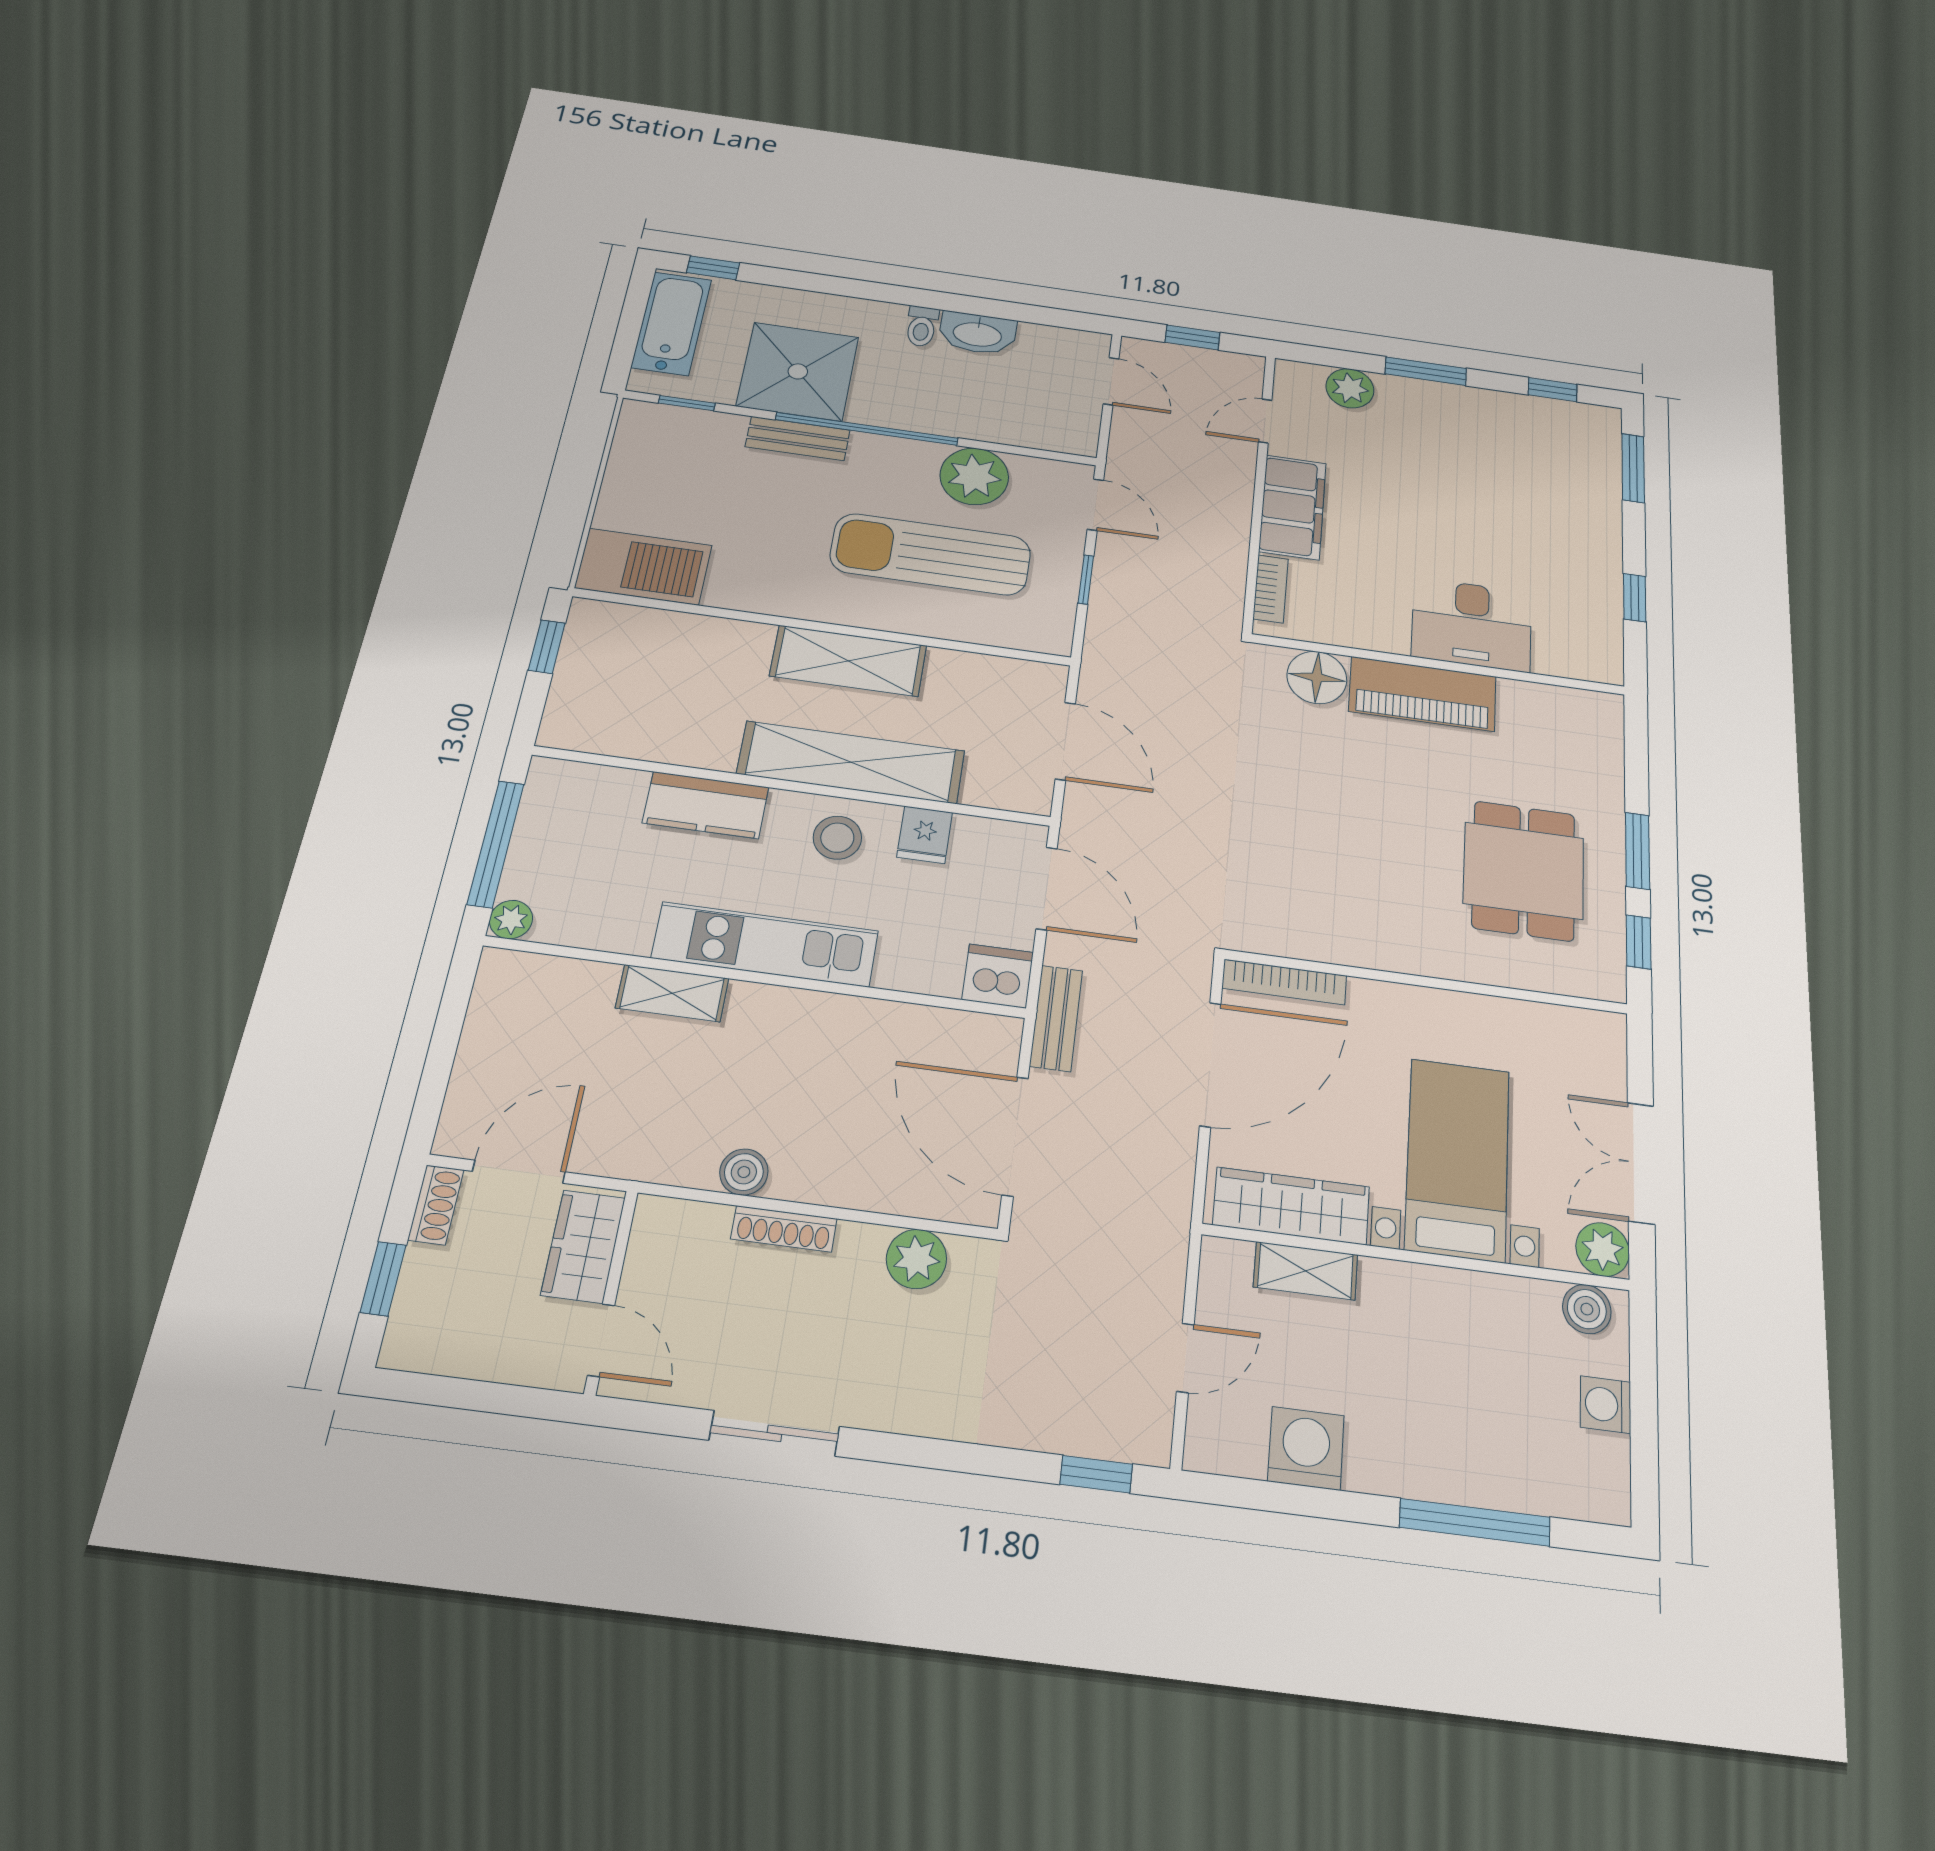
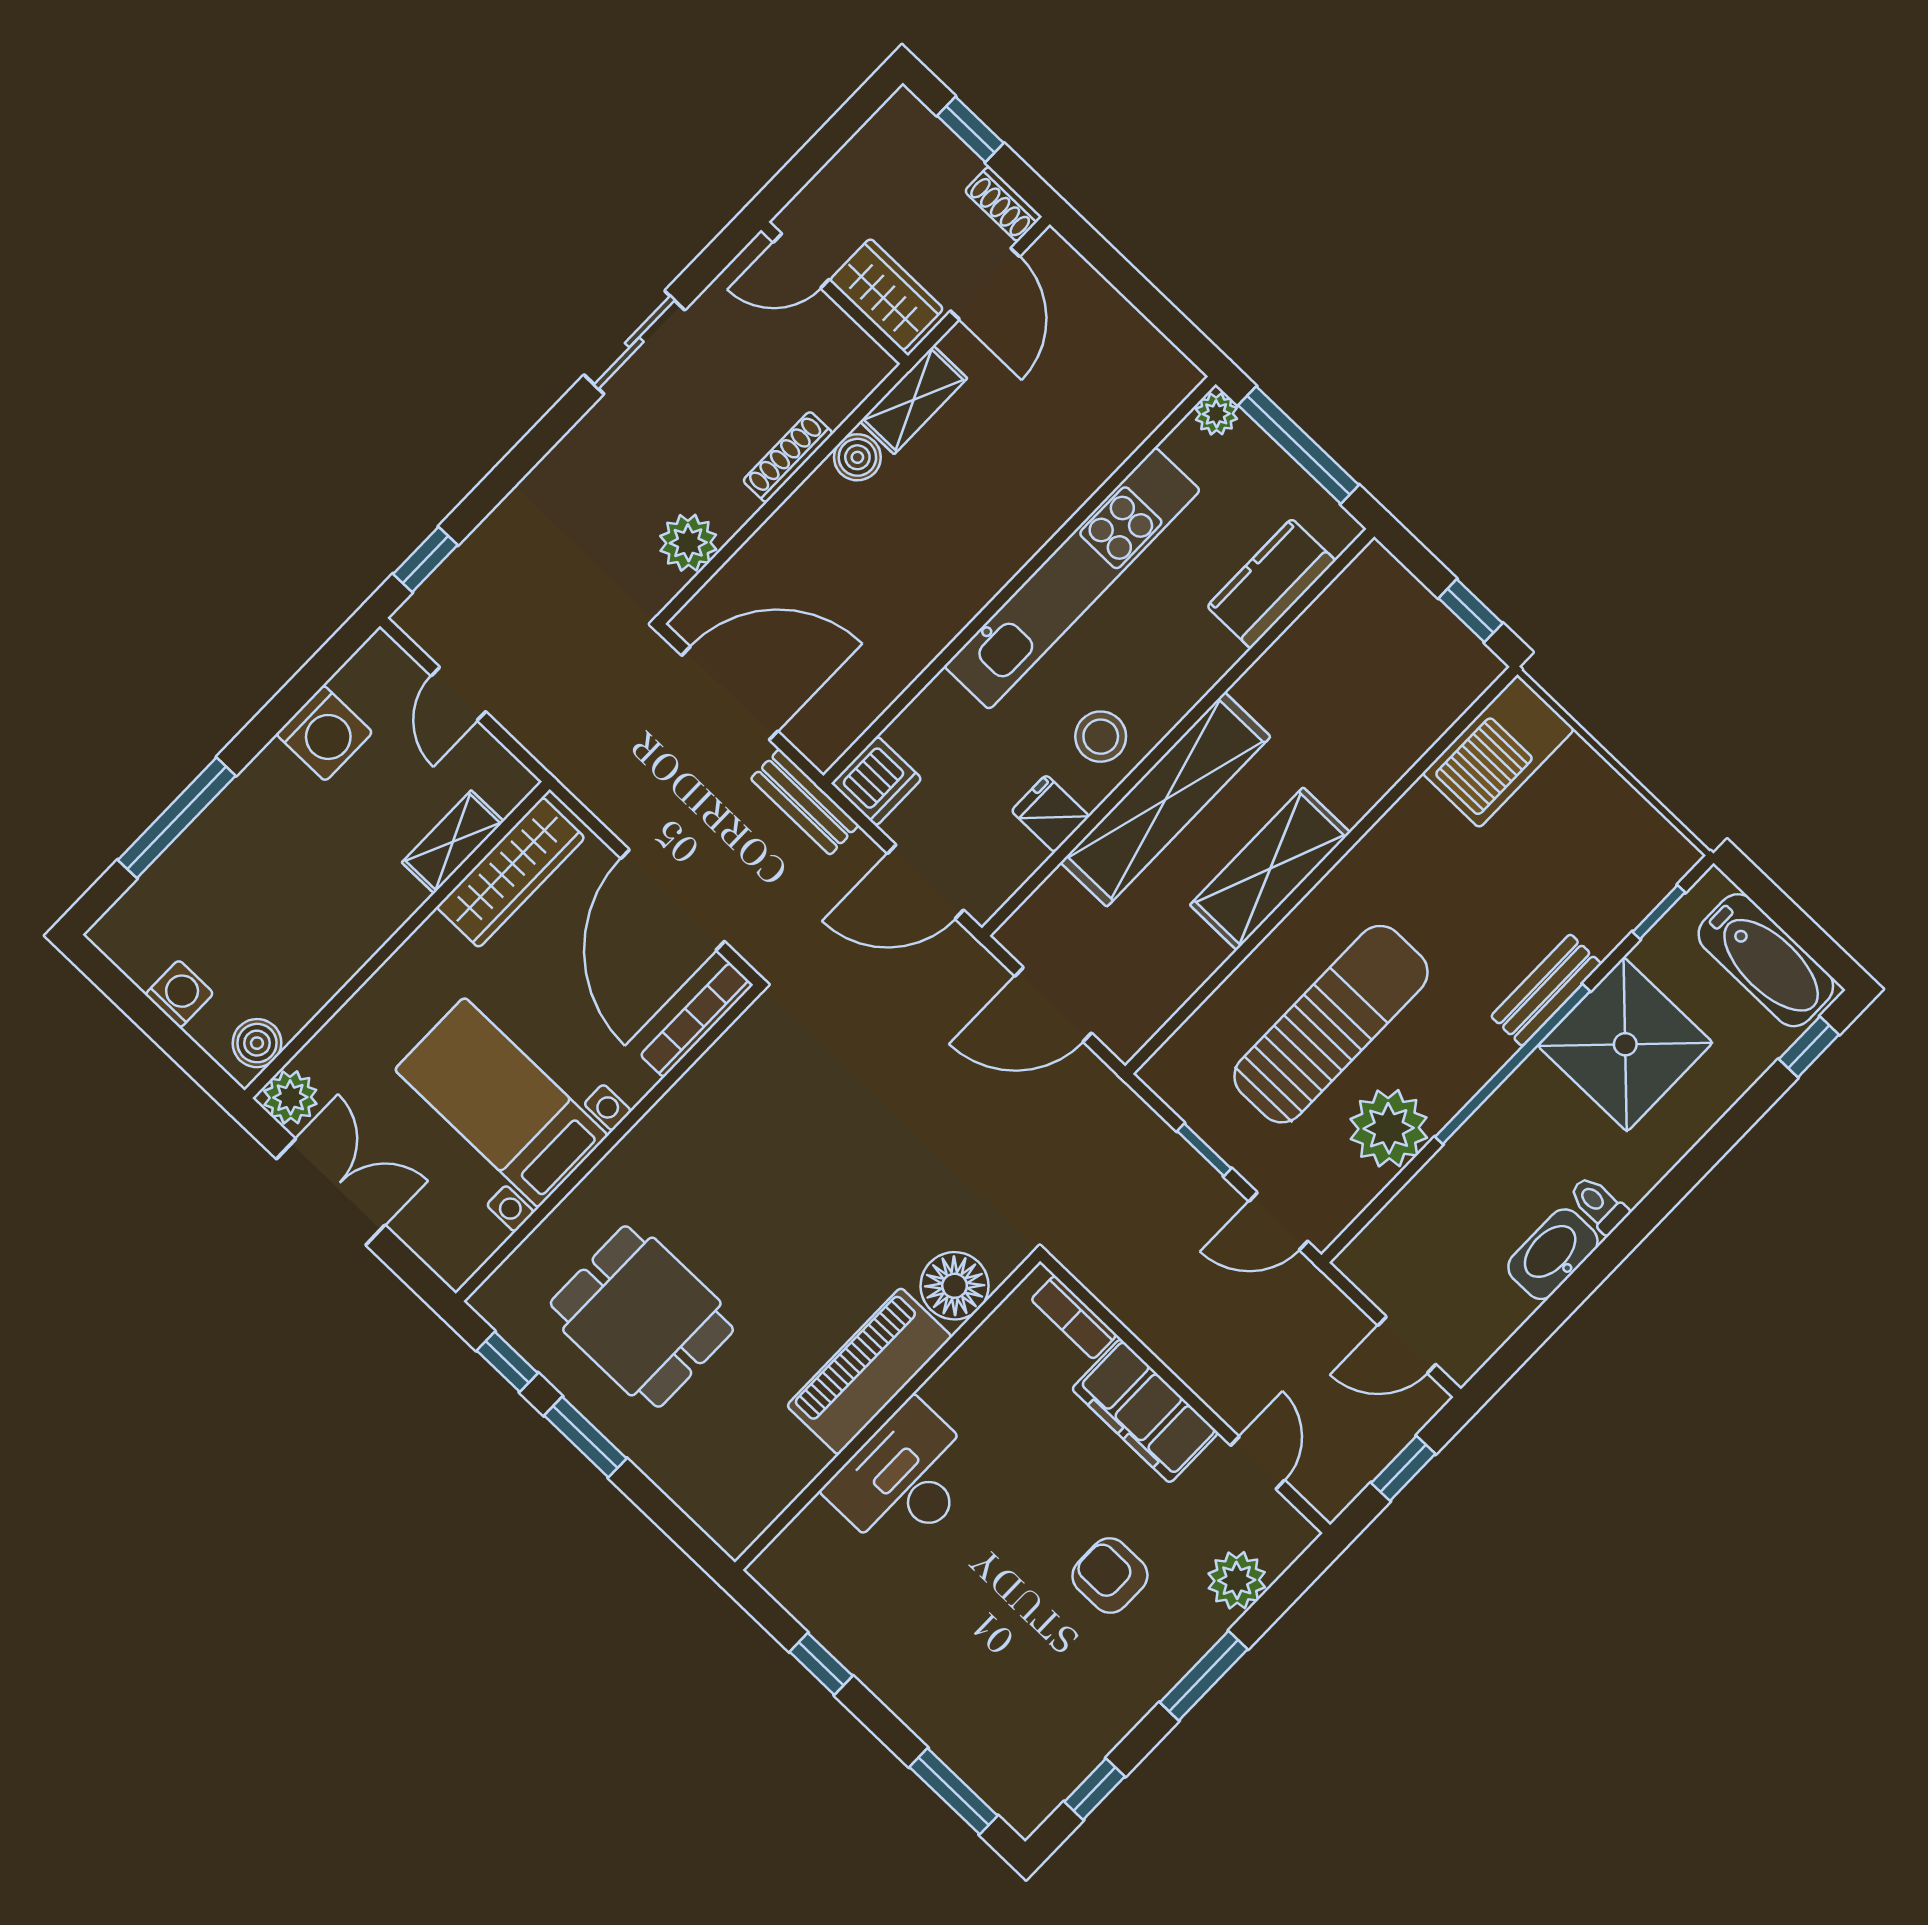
armchair: (1416, 462) -> (1110, 1576), added
kitchen counter: (706, 805) -> (1271, 584), moved
kitchen unit: (765, 944) -> (1072, 578), width x1.36
shelving: (672, 993) -> (914, 400), moved
bed with nightstands: (1457, 1159) -> (501, 1103), moved, turned 180

